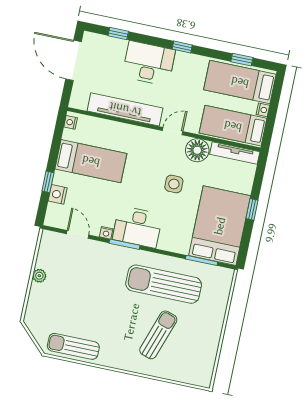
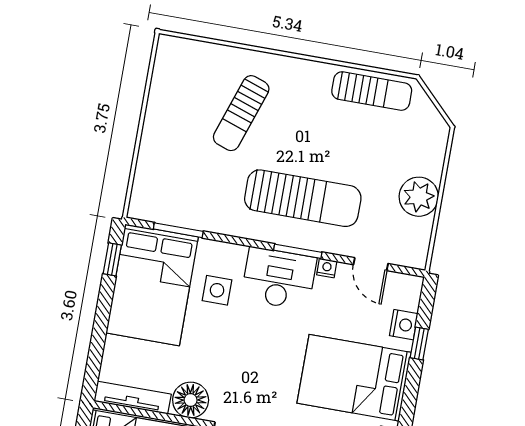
bed: (91, 161) -> (354, 378), width x1.50
side table: (174, 184) -> (217, 290), moved
window: (252, 209) -> (112, 259), moved
plant: (39, 276) -> (419, 197), width x1.87, depth x1.87
sun lounger: (164, 284) -> (303, 198), moved

